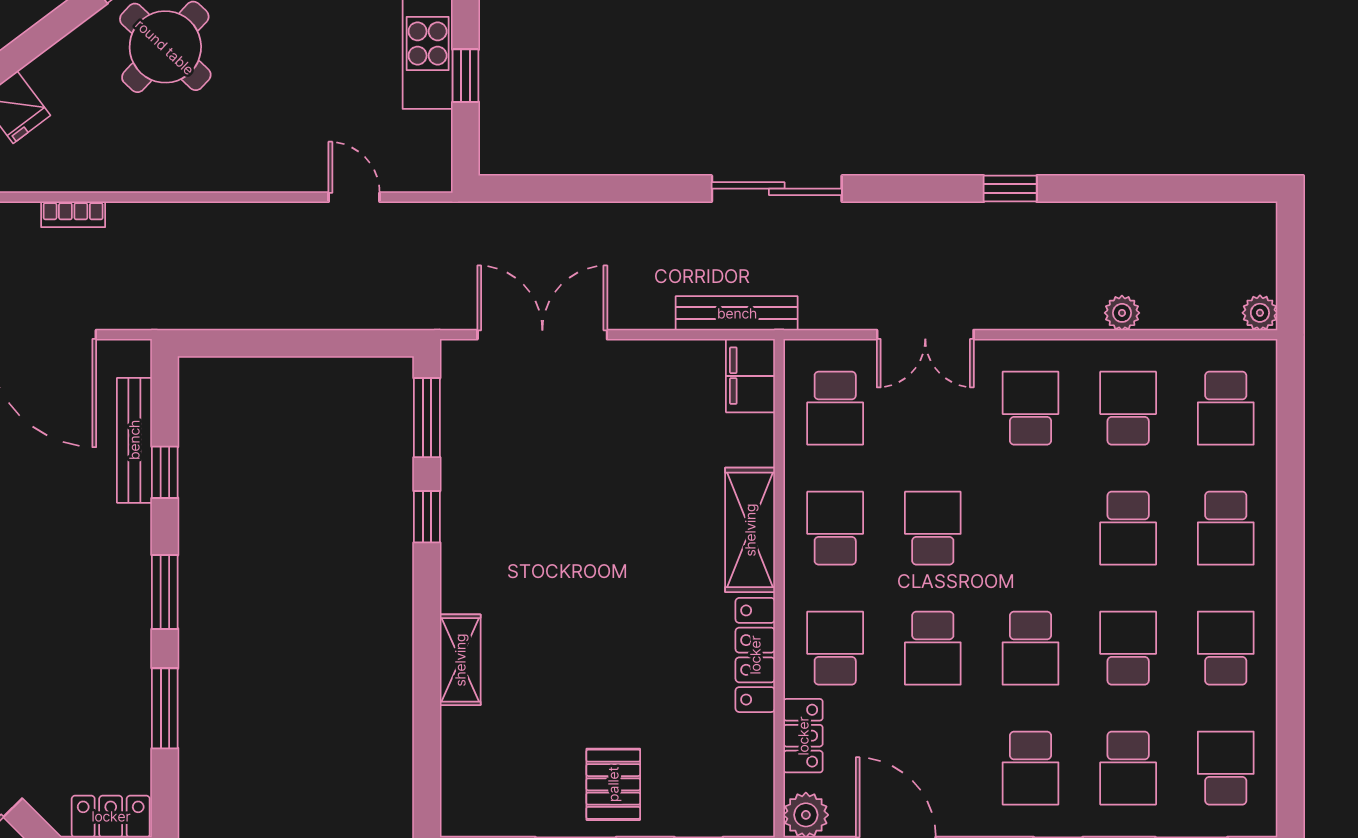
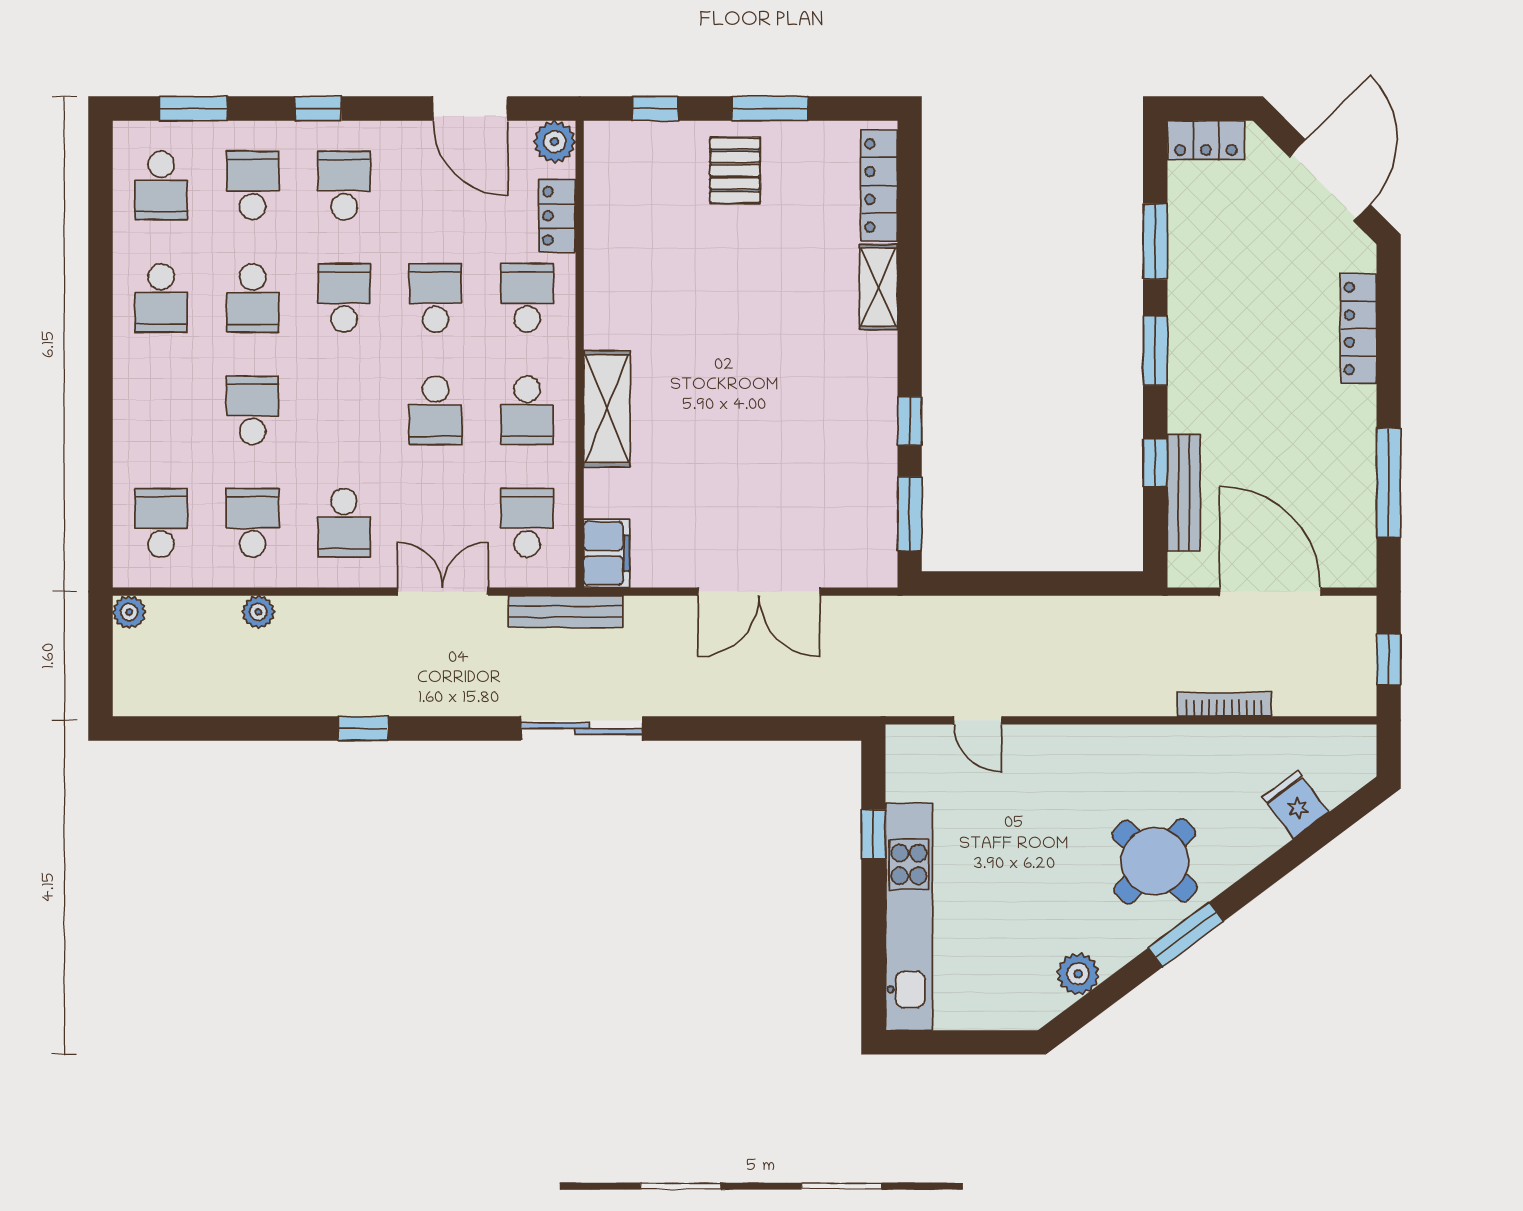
bookcase: (73, 214) -> (1224, 704), width x1.56
bench: (737, 313) -> (565, 612), moved
double door: (542, 335) -> (759, 592), moved
school desk: (1128, 408) -> (253, 523), turned 180
school desk: (1226, 528) -> (161, 410), removed
school desk: (835, 648) -> (527, 298), turned 180
locker: (755, 655) -> (879, 185), moved, turned 180

